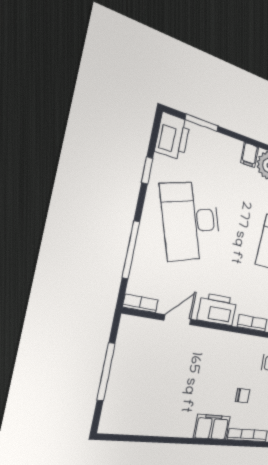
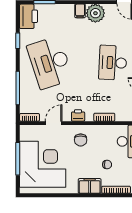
printer: (217, 309) -> (78, 115), width x0.53, depth x0.68
chair: (213, 353) -> (81, 140), added
corner desk: (147, 386) -> (43, 164), added

